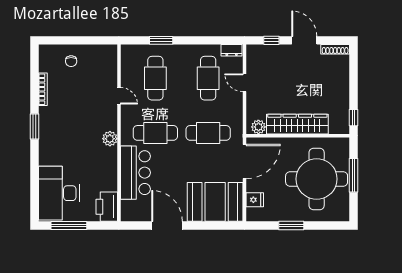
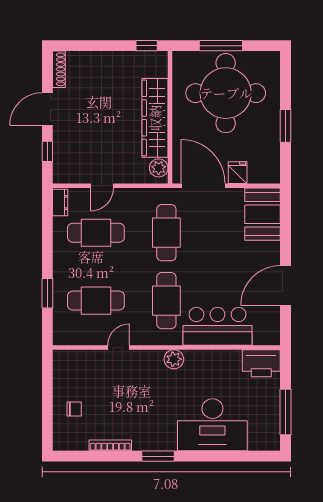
desk: (59, 193) -> (212, 425), moved
fridge: (255, 200) -> (238, 173), moved
booth: (215, 202) -> (263, 214), width x0.73, depth x0.70

